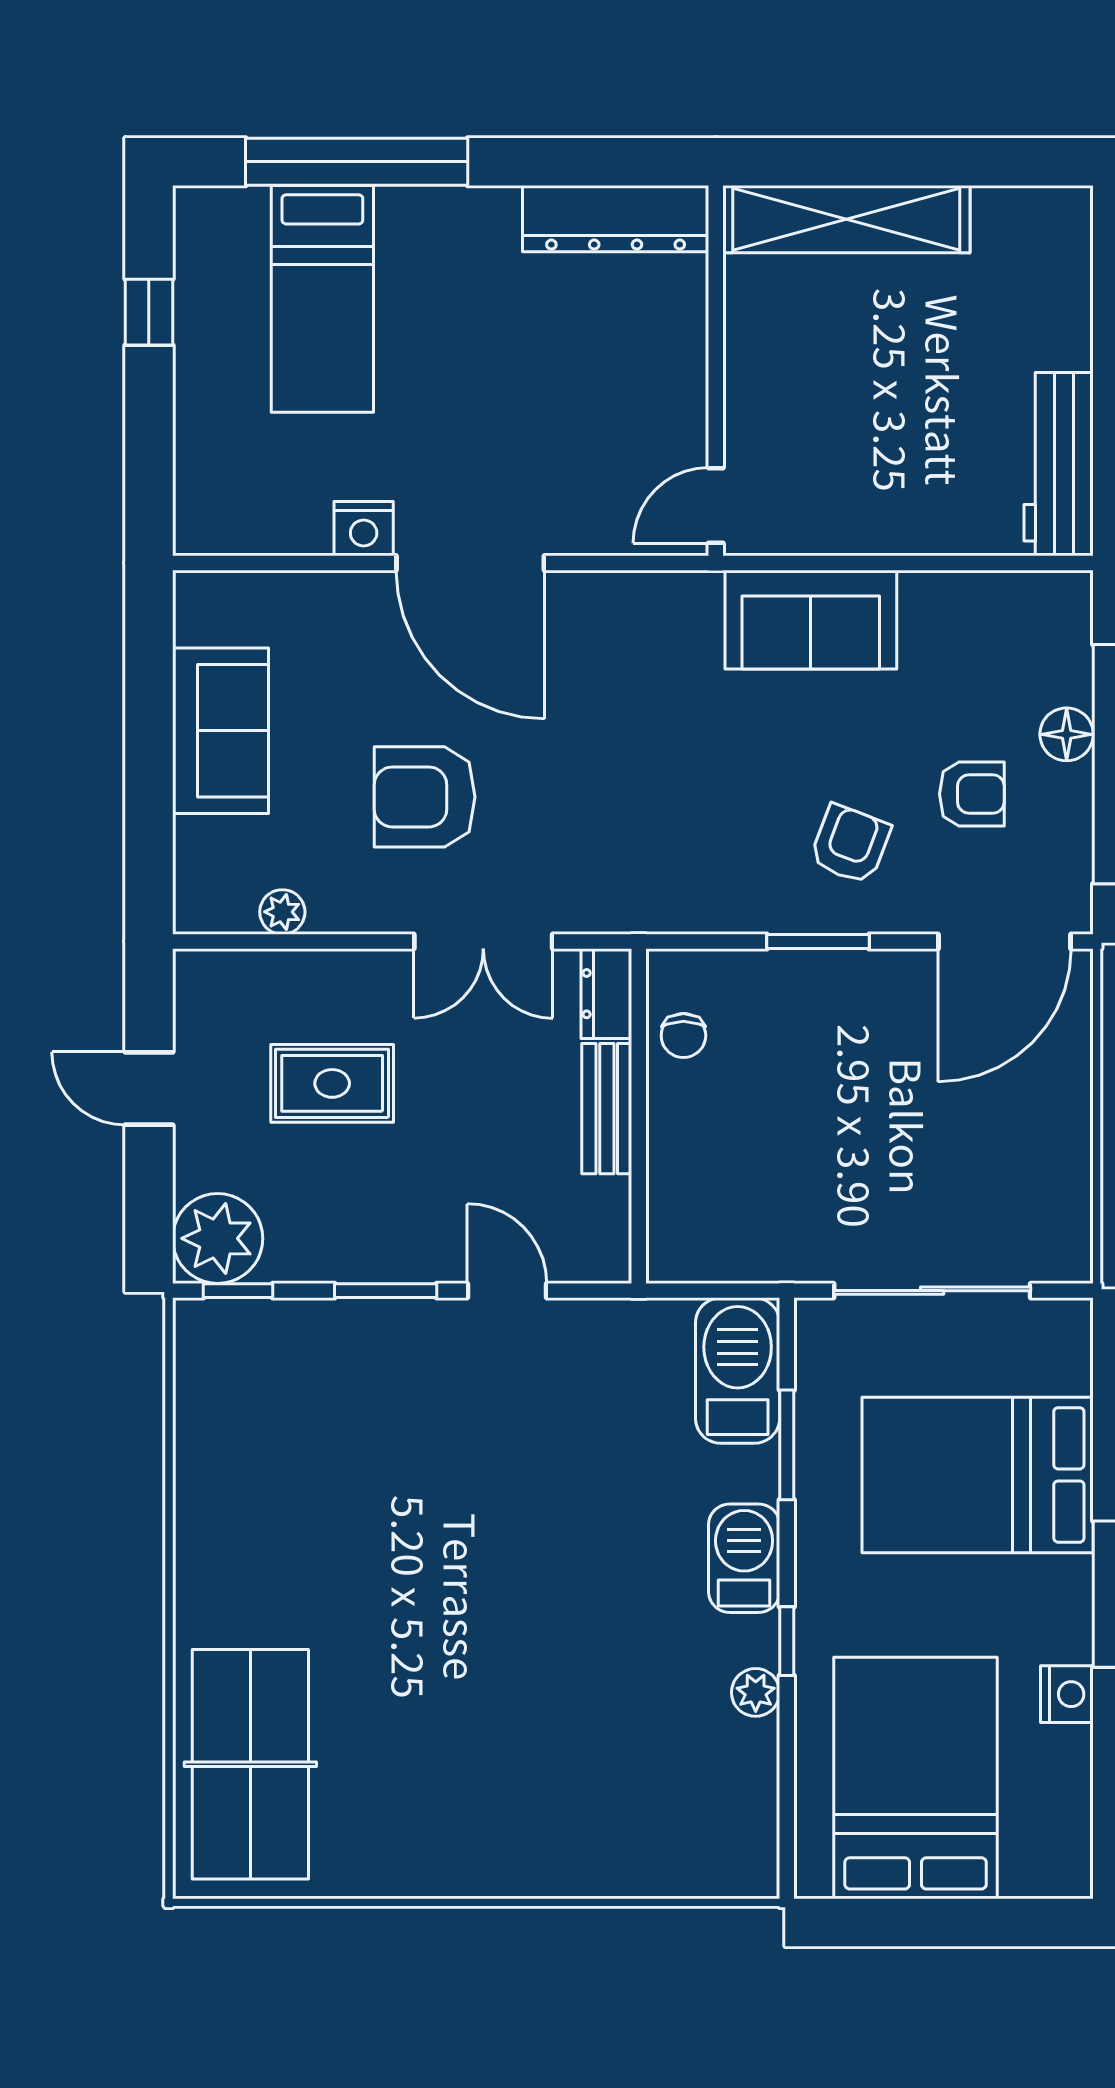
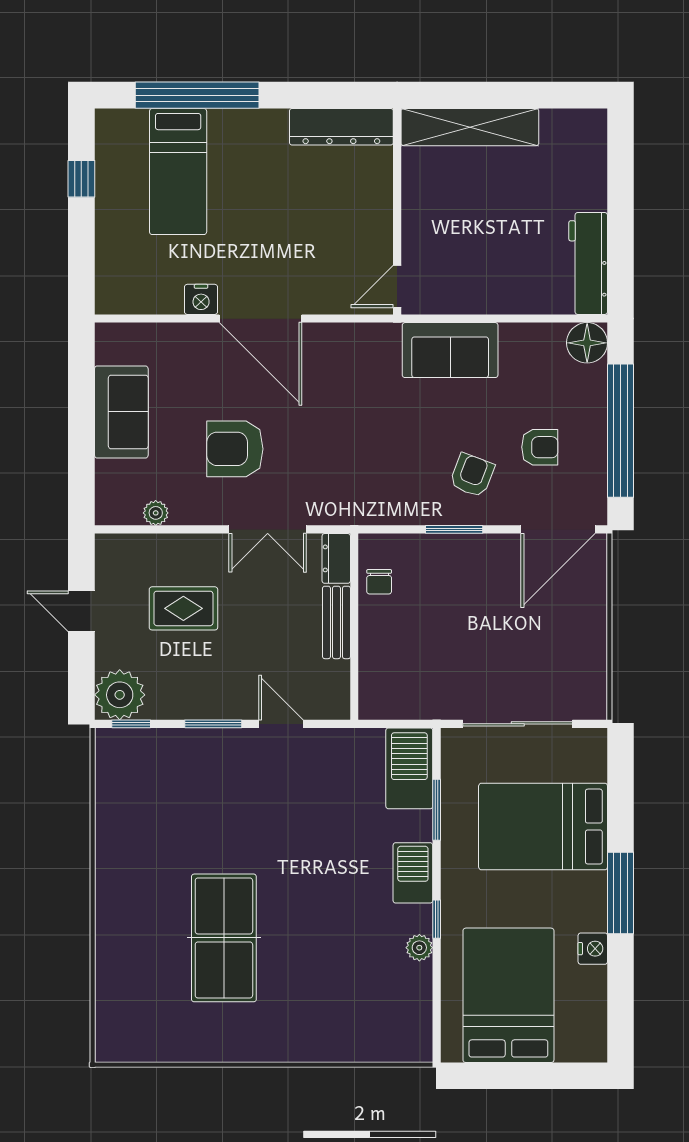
floor lamp: (1067, 734) -> (587, 343), moved, width x1.38, depth x1.38
table tennis table: (250, 1764) -> (224, 938), moved

